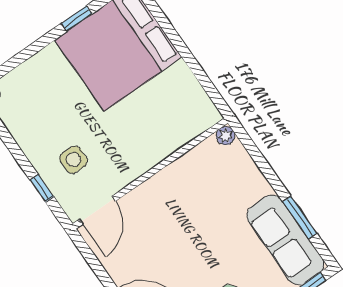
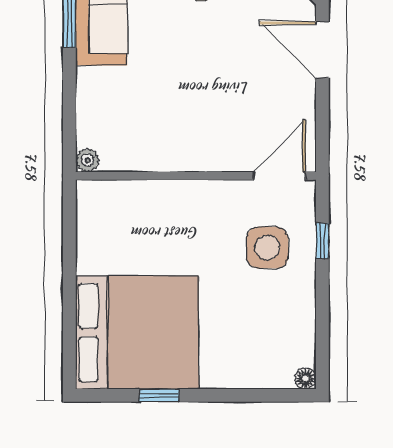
side table: (73, 160) -> (267, 248), width x1.37, depth x1.37

